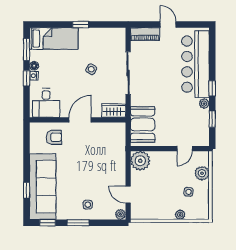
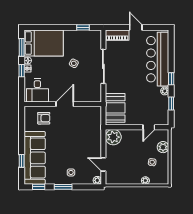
window: (81, 25) -> (83, 27), moved
bed: (54, 39) -> (44, 43), width x1.50
wardrobe: (114, 111) -> (92, 97), removed

